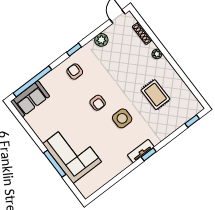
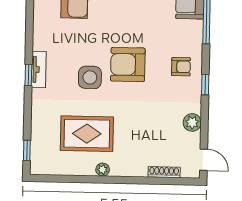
plant: (157, 54) -> (103, 170), moved
rug: (155, 95) -> (87, 134), width x1.36, depth x1.43
armchair: (98, 103) -> (128, 65), width x1.88, depth x1.88

